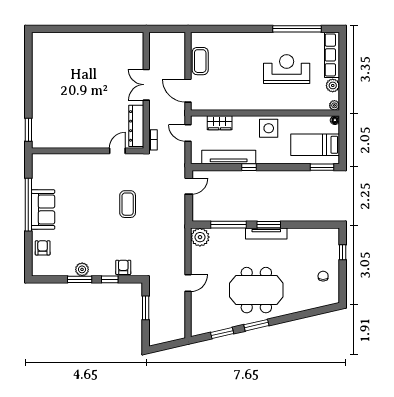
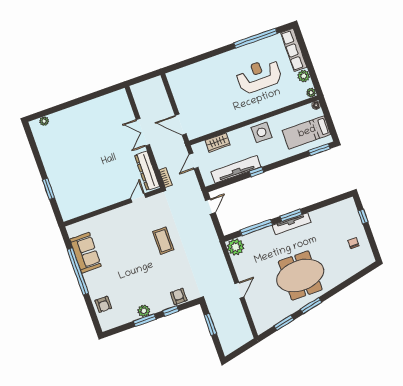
plant: (48, 37) -> (44, 121), added
coffee table: (200, 61) -> (182, 95), removed
window: (28, 130) -> (49, 189), moved
door: (188, 133) -> (194, 161), hinge flipped
sofa: (43, 209) -> (86, 253), moved
armchair: (43, 248) -> (103, 304), turned 180

